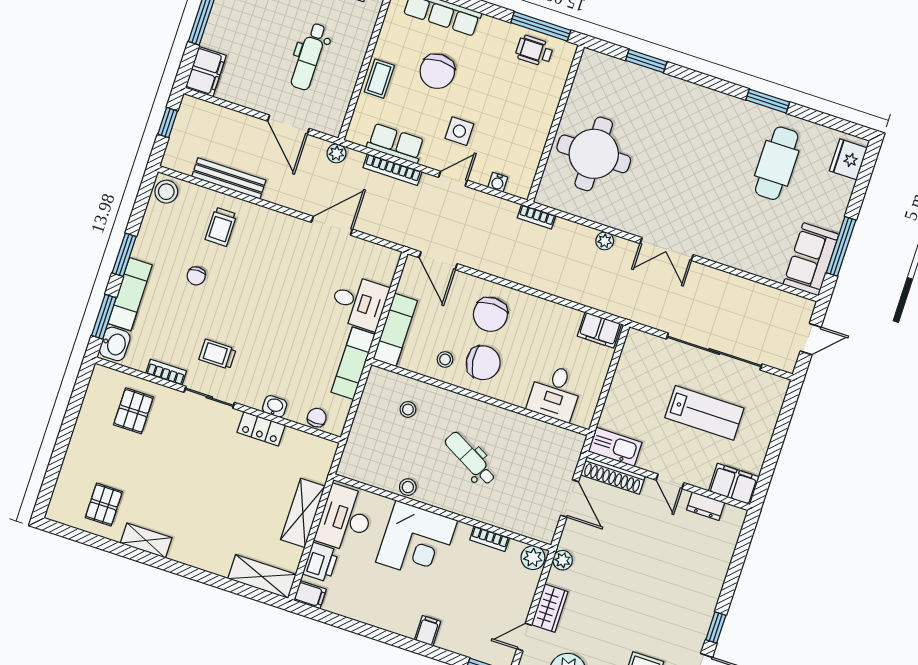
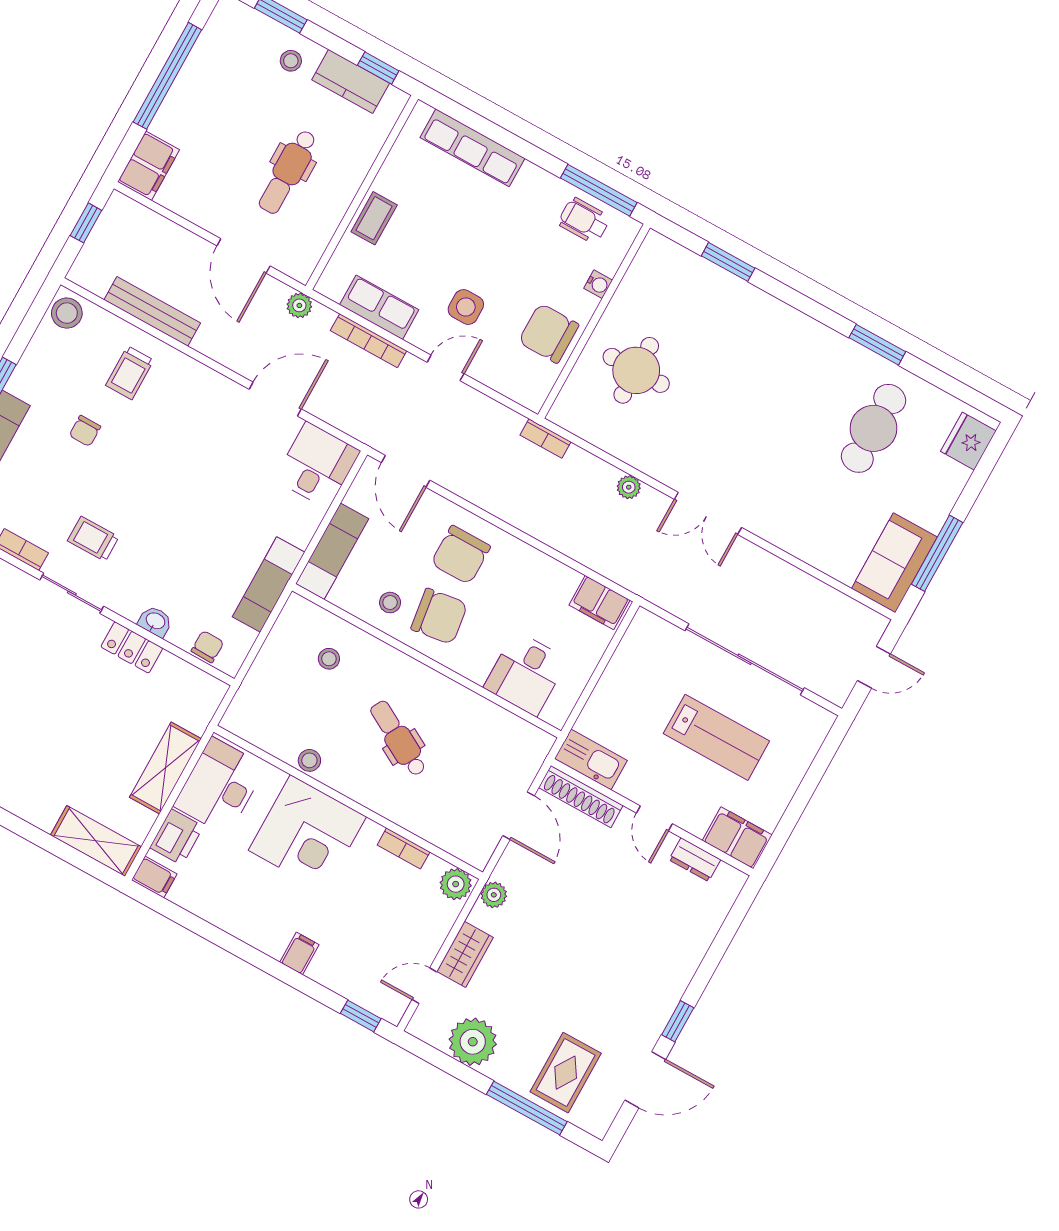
chair: (437, 71) -> (549, 333), moved, turned 90
round table: (594, 154) -> (636, 370), width x0.73, depth x0.73
water cooler: (498, 182) -> (598, 284), moved, turned -90
desk: (359, 302) -> (317, 465), moved, turned -90

